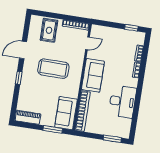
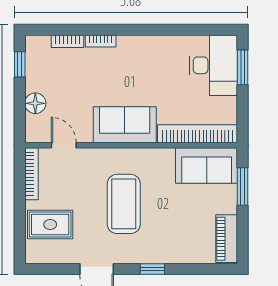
floor lamp: (111, 32) -> (35, 103), added
desk: (123, 102) -> (214, 65), moved, turned 90

